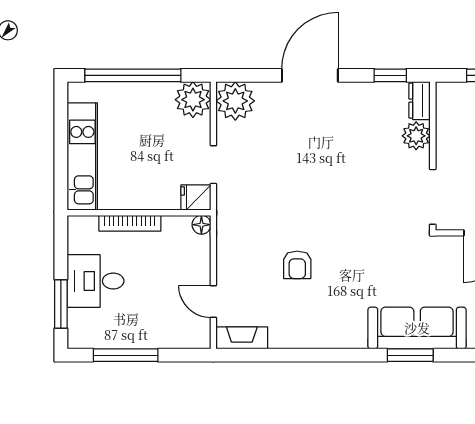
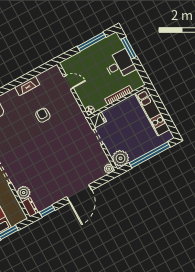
plant: (235, 101) -> (109, 169), width x0.53, depth x0.53
fireplace: (242, 338) -> (27, 86), moved

